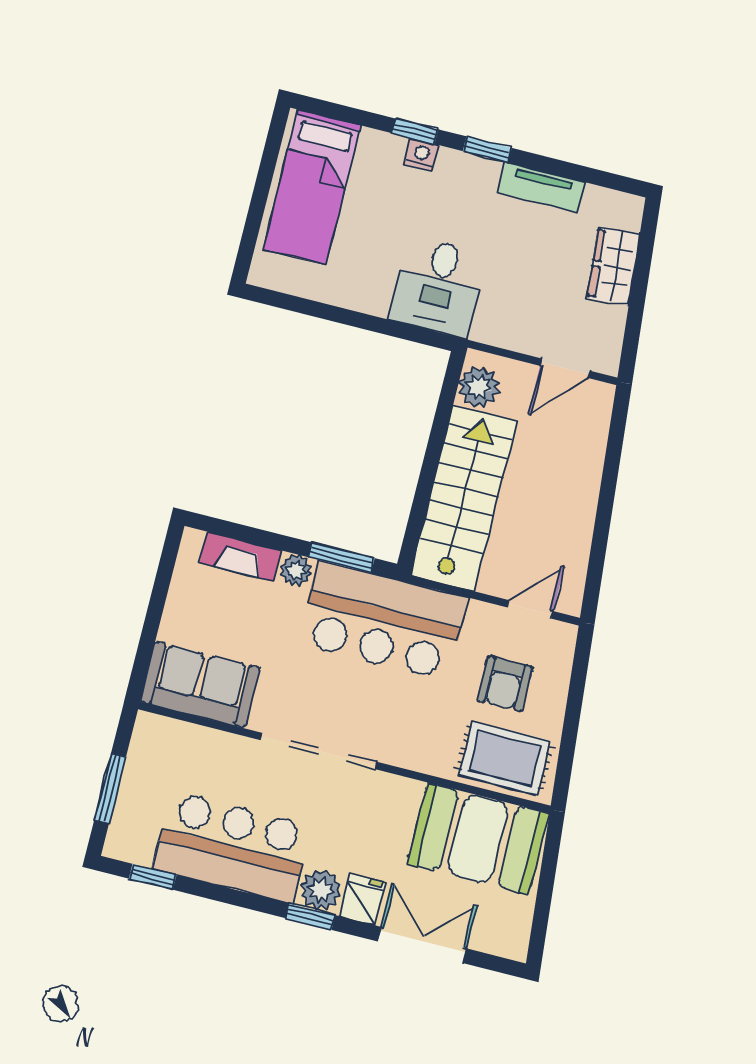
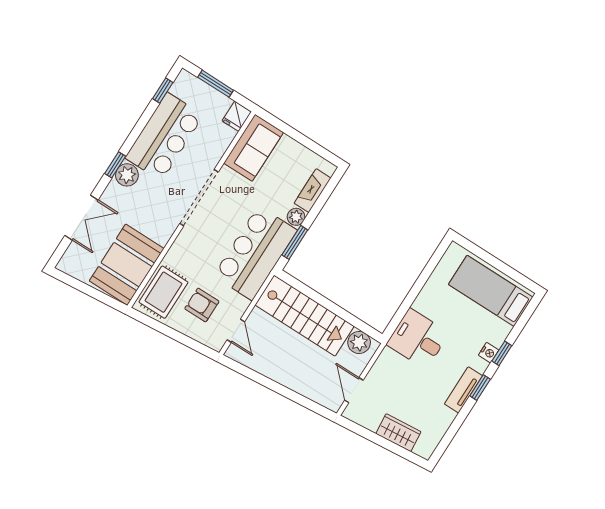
tv unit: (542, 187) -> (463, 390), moved
fridge: (362, 899) -> (237, 116), moved, turned 90

